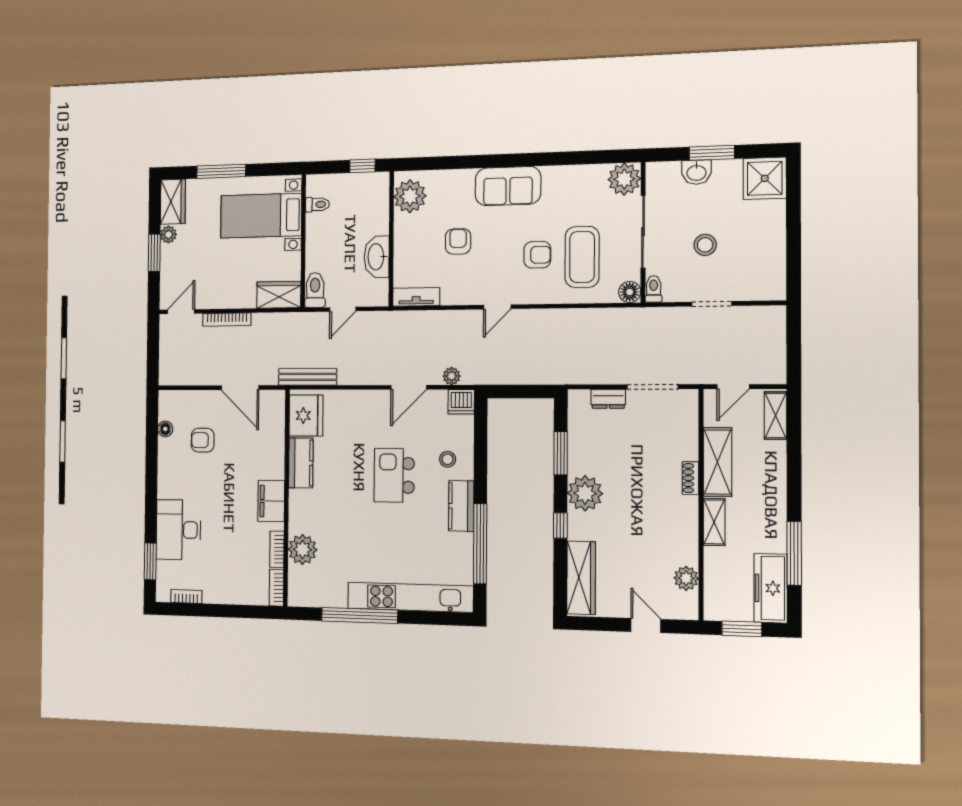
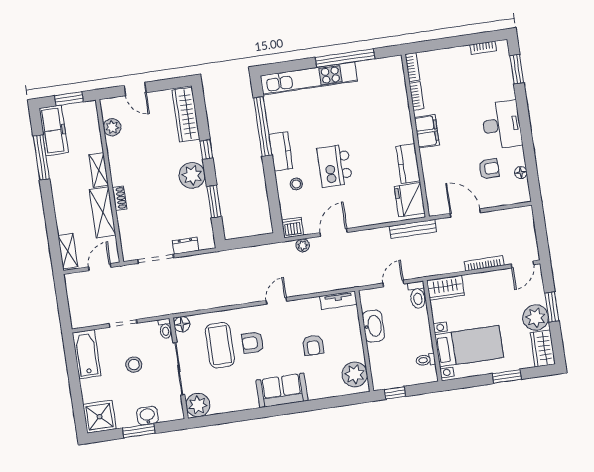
window: (221, 171) -> (507, 376), width x0.69
plant: (168, 235) -> (536, 318), width x1.87, depth x1.87
bathtub: (770, 268) -> (87, 354), added
kitchen island: (394, 475) -> (335, 166), turned 180
desk: (178, 530) -> (502, 125), moved
plant: (302, 550) -> (397, 99), removed

